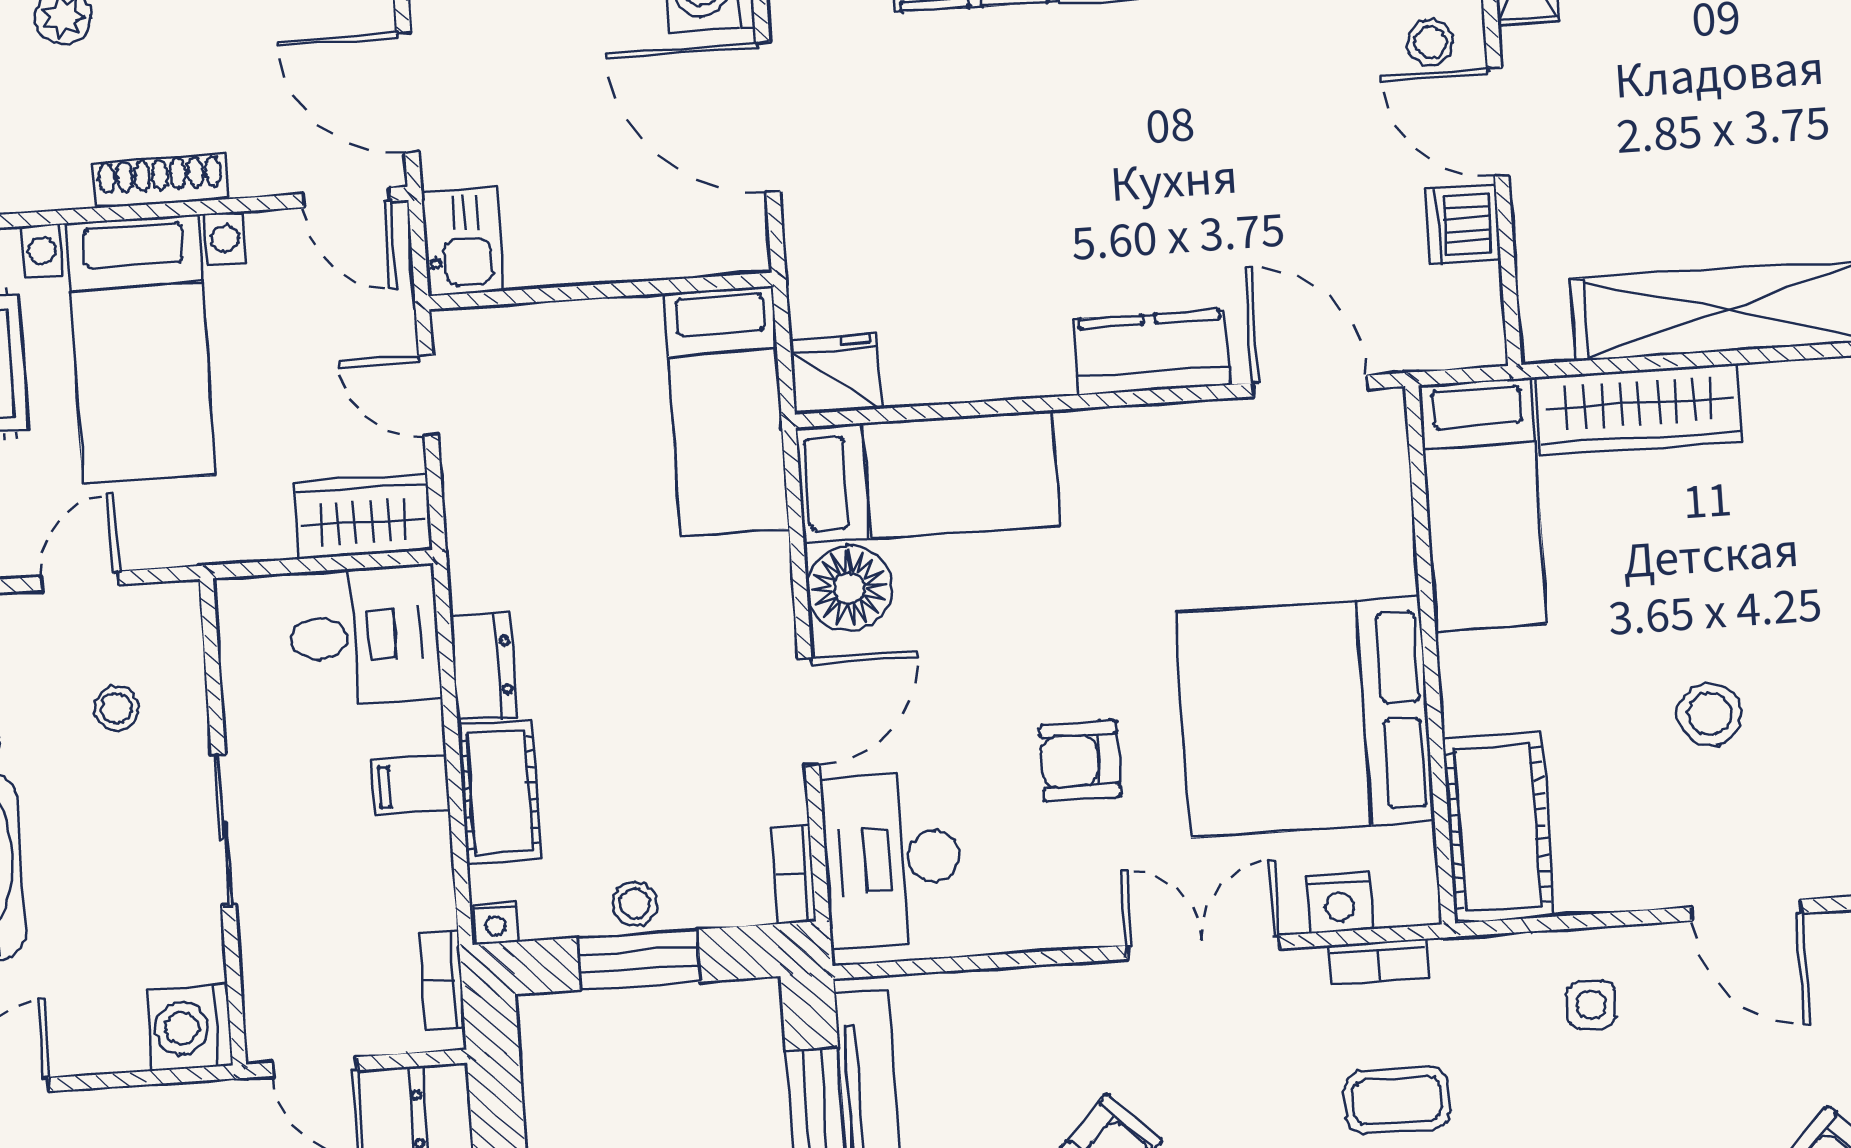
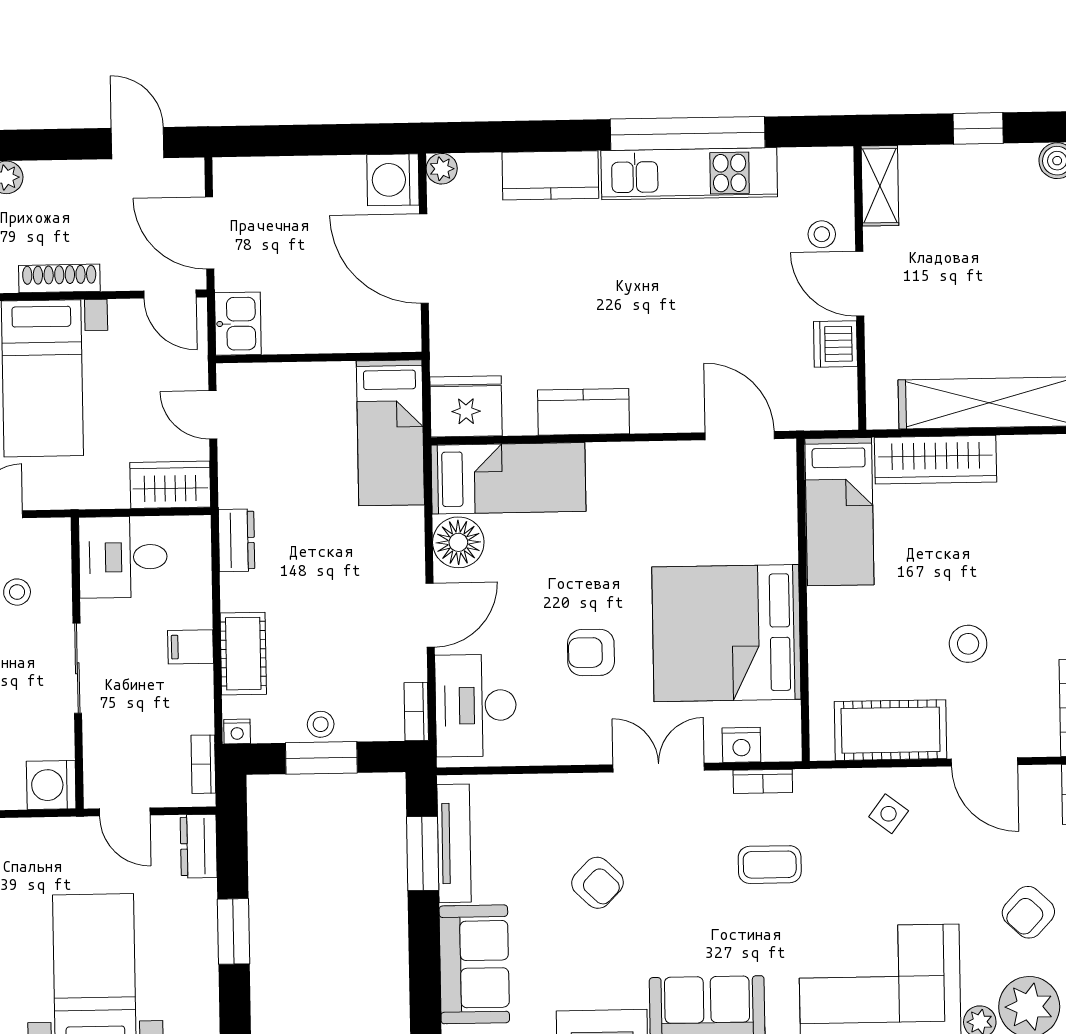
kitchen counter: (1151, 352) -> (583, 412), moved
fridge: (836, 374) -> (466, 406), width x1.36, depth x1.34
desk: (365, 636) -> (123, 557), moved, turned 180
dresser: (483, 666) -> (237, 540), moved
cot: (1498, 827) -> (891, 730), moved, turned 90
side table: (1591, 1005) -> (889, 814), turned 37

